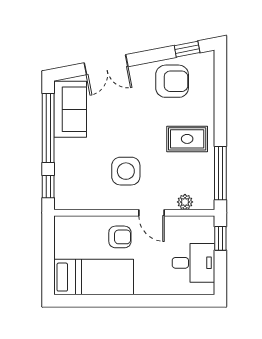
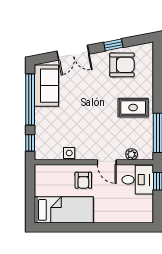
window: (187, 49) -> (113, 45), moved
side table: (126, 171) -> (69, 153), moved, width x0.54, depth x0.54
armchair: (120, 237) -> (83, 180), turned 90
desk: (193, 263) -> (138, 180), moved

